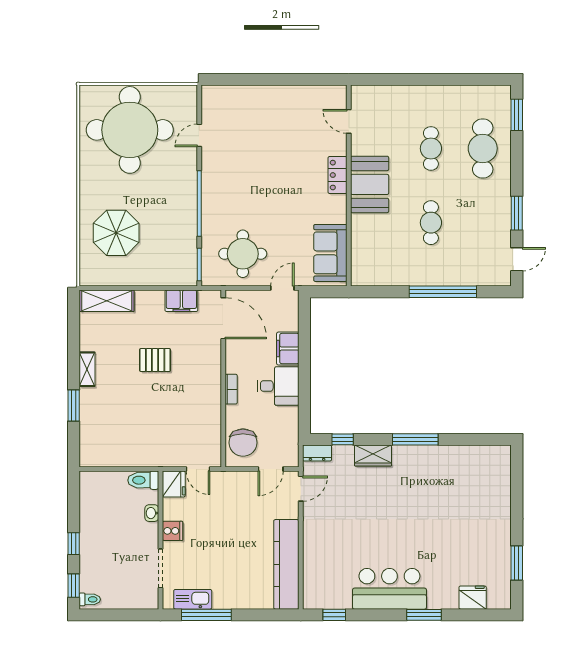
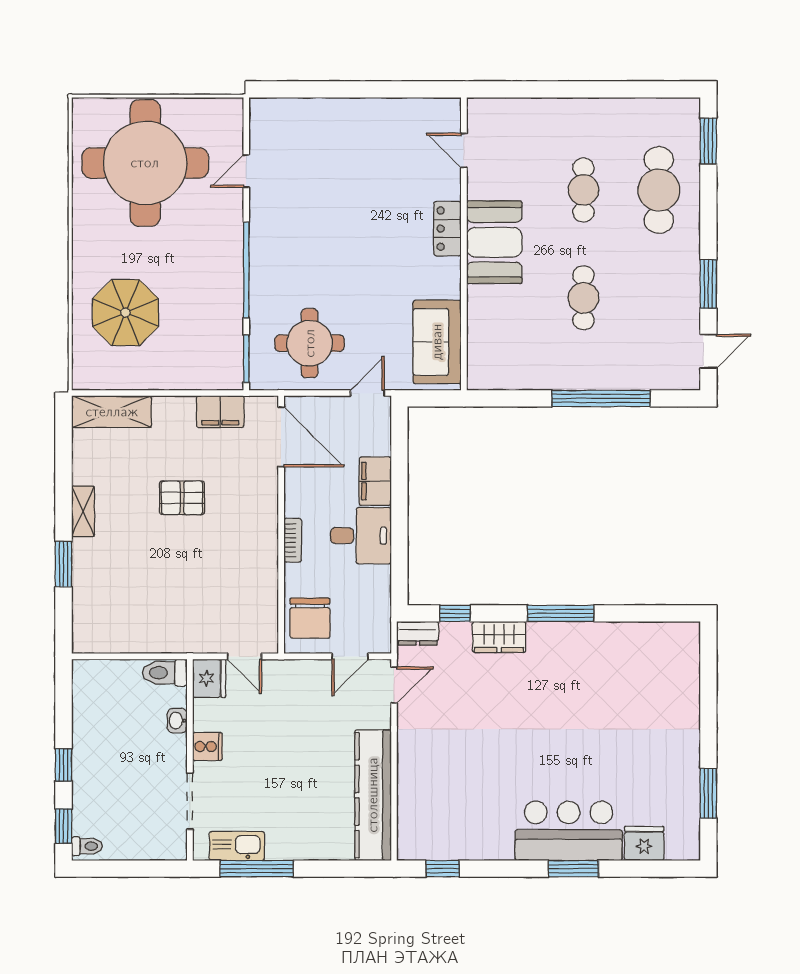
bar counter: (389, 589) -> (569, 831), moved

